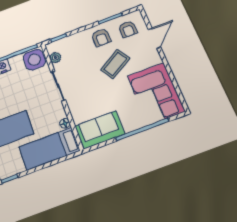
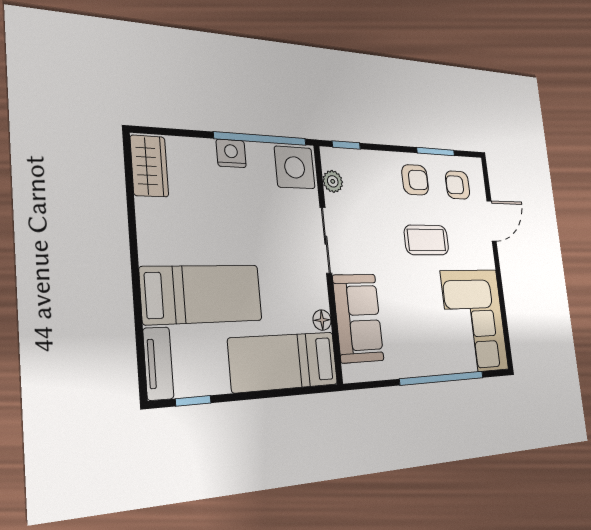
armchair: (128, 29) -> (458, 185), turned 90
armchair: (101, 37) -> (415, 180), turned -90
coffee table: (115, 64) -> (426, 240), turned 31
sofa: (100, 130) -> (358, 318), moved, turned 90

